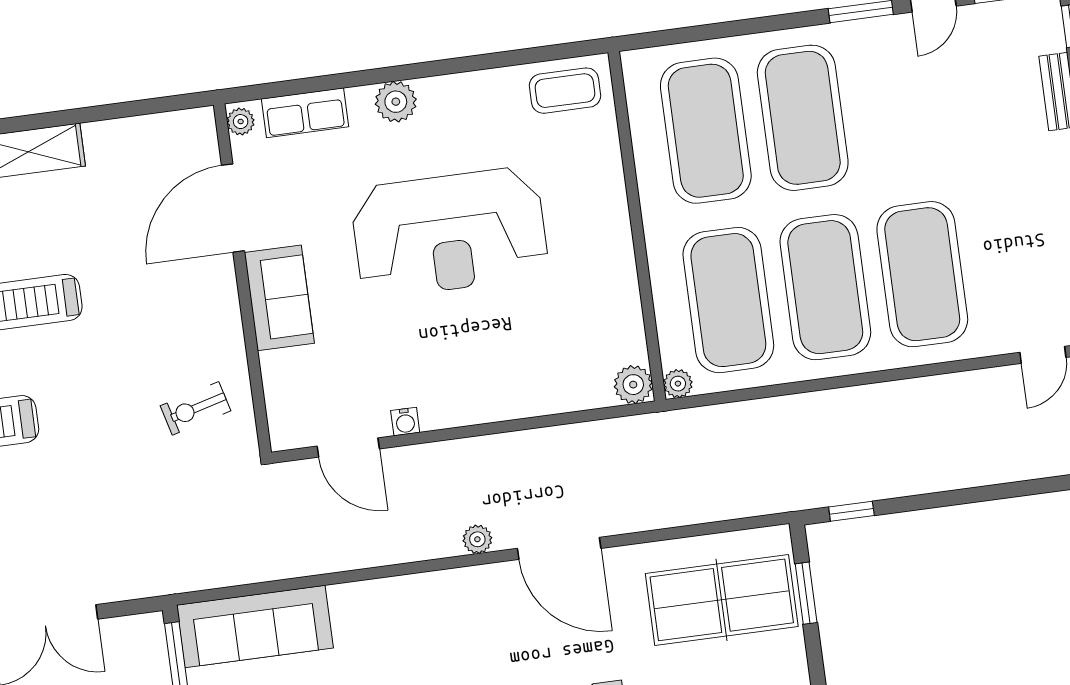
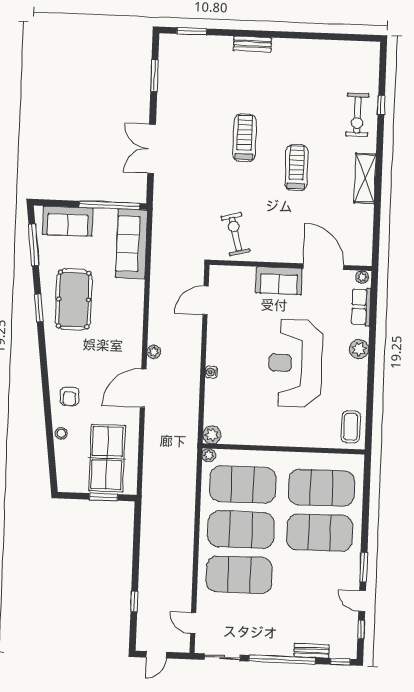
exercise bike: (195, 408) -> (235, 234), width x1.38, depth x1.39
water cooler: (405, 422) -> (211, 372), moved
window: (851, 511) -> (134, 601), moved

